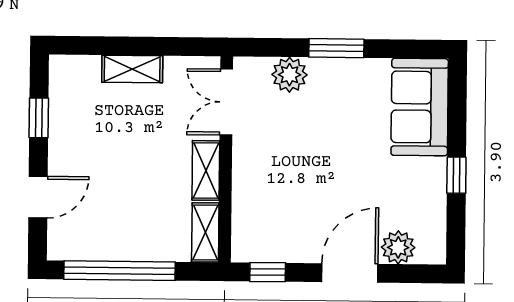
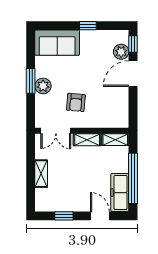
plant: (289, 75) -> (43, 86), moved
armchair: (288, 147) -> (76, 102), added
freezer: (89, 241) -> (120, 193), added
window: (268, 272) -> (133, 44), moved
door: (350, 273) -> (133, 74), hinge flipped

